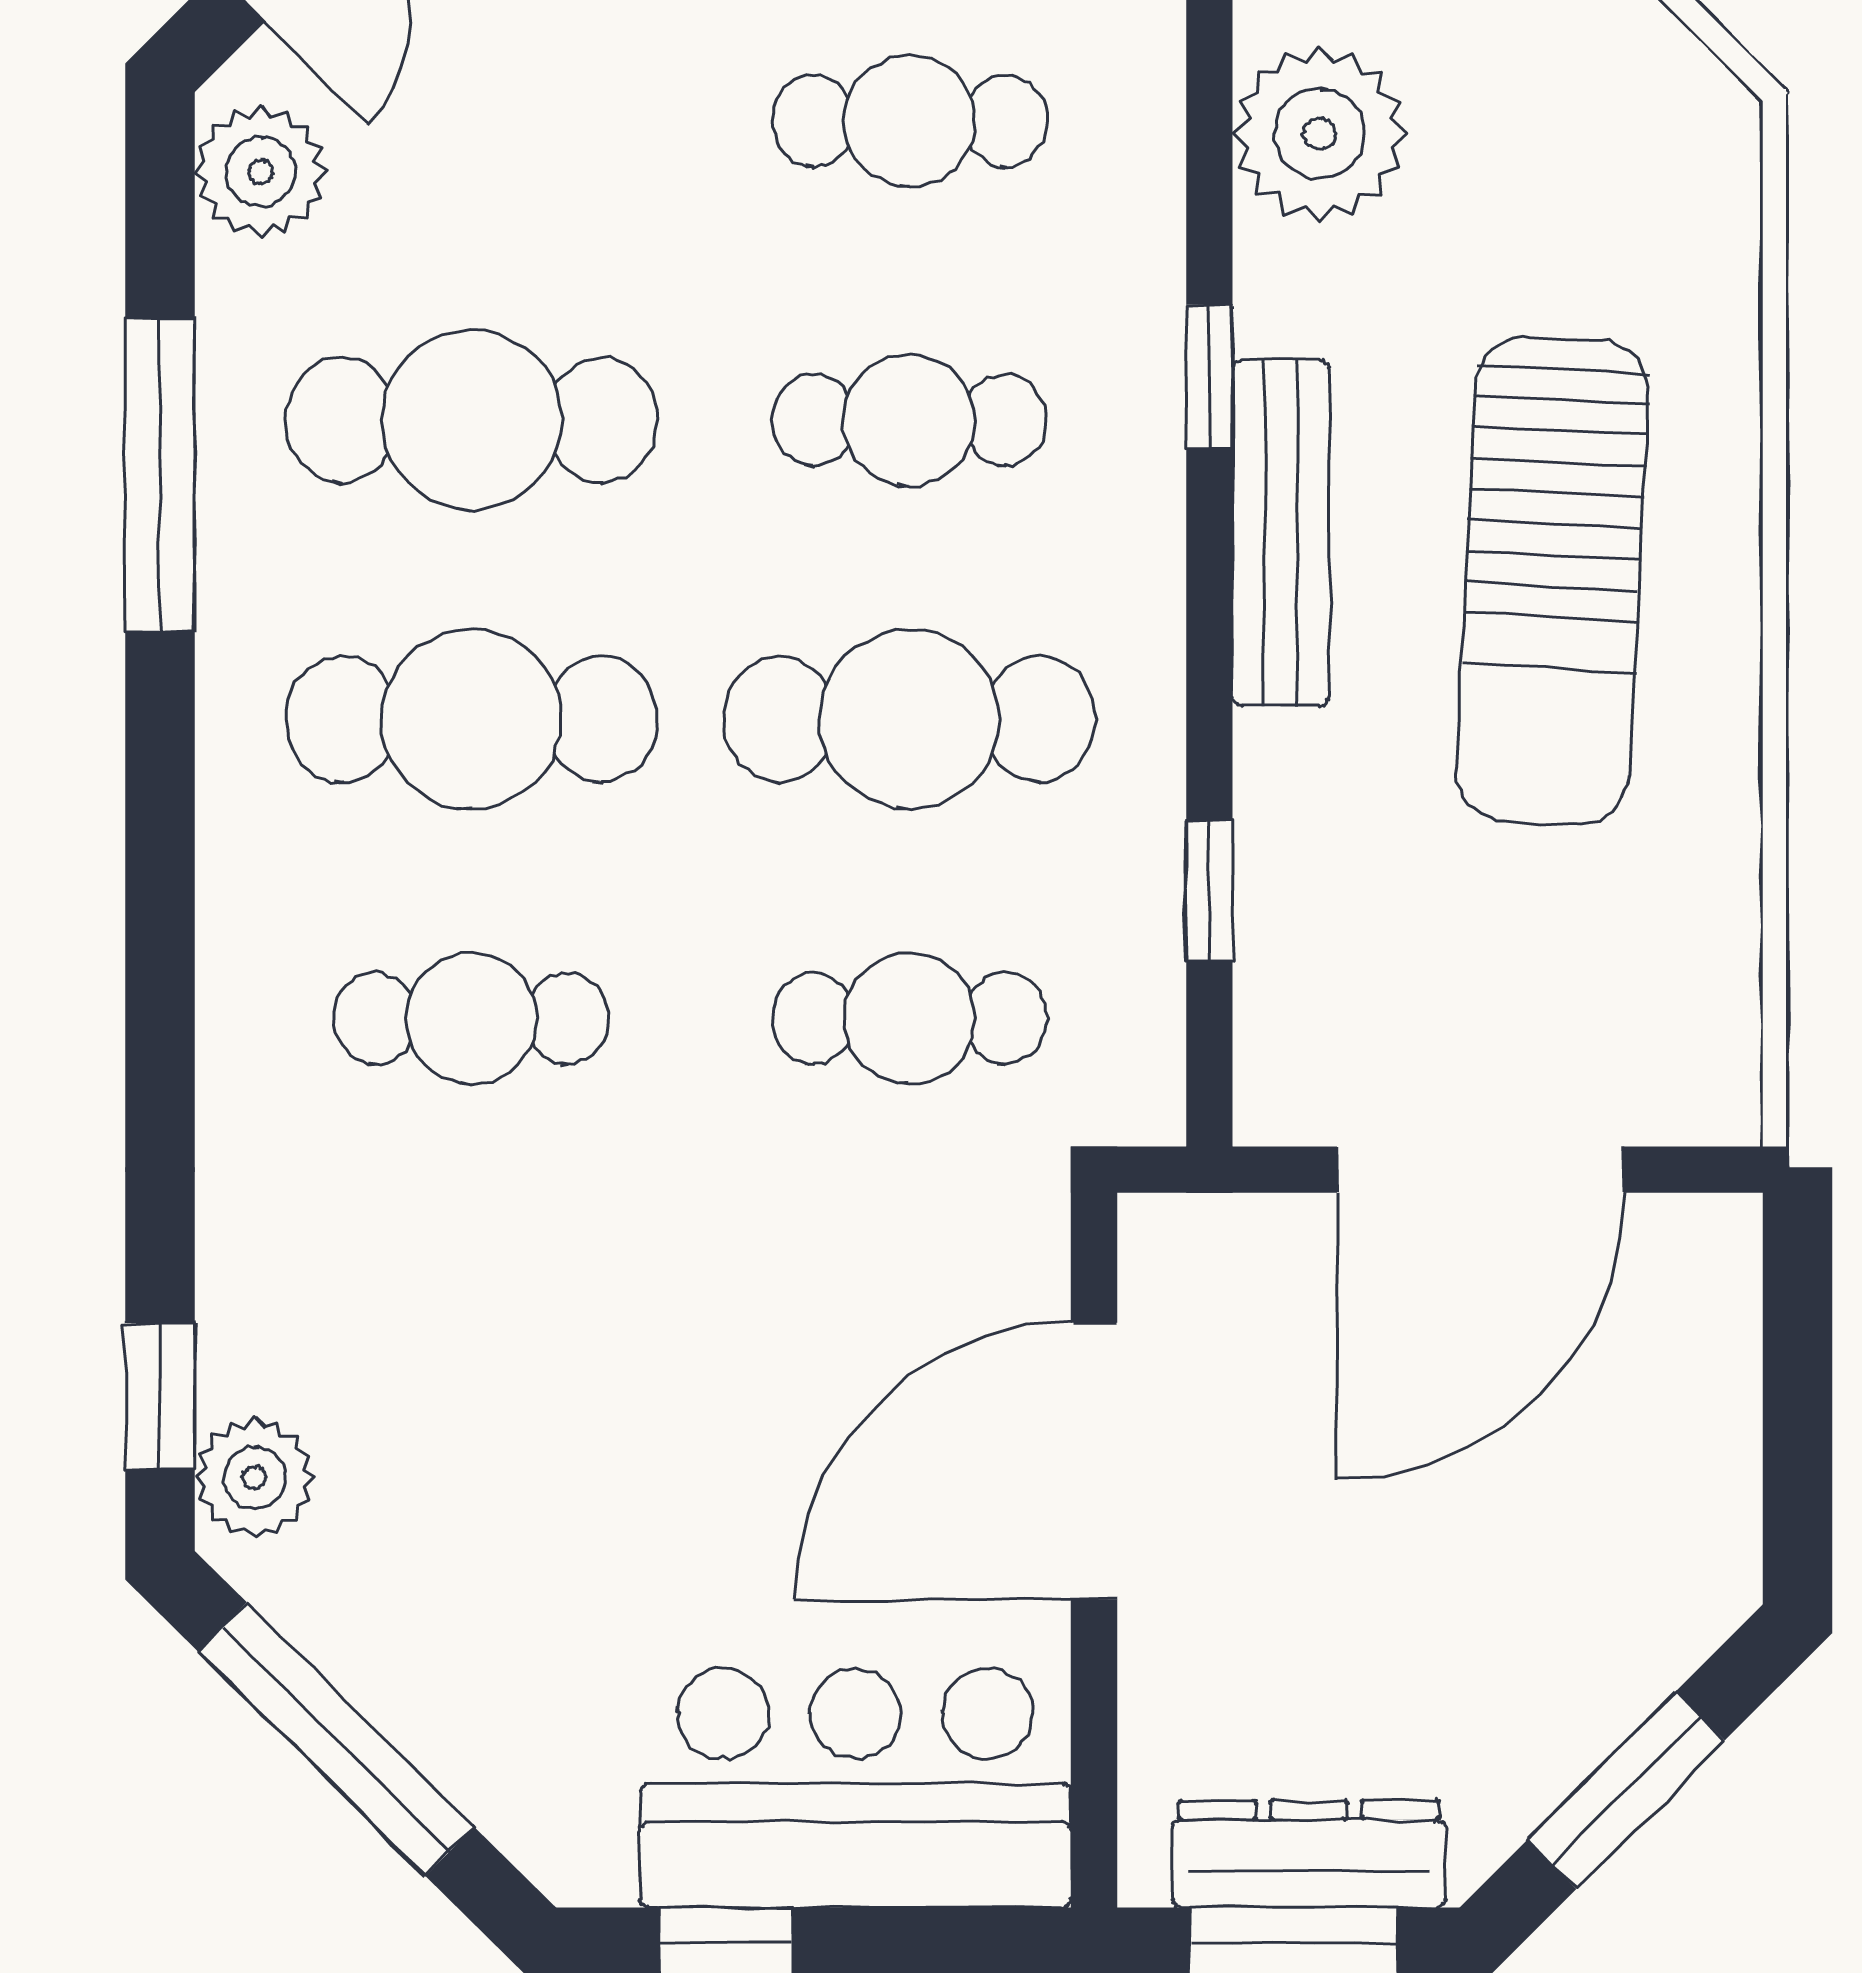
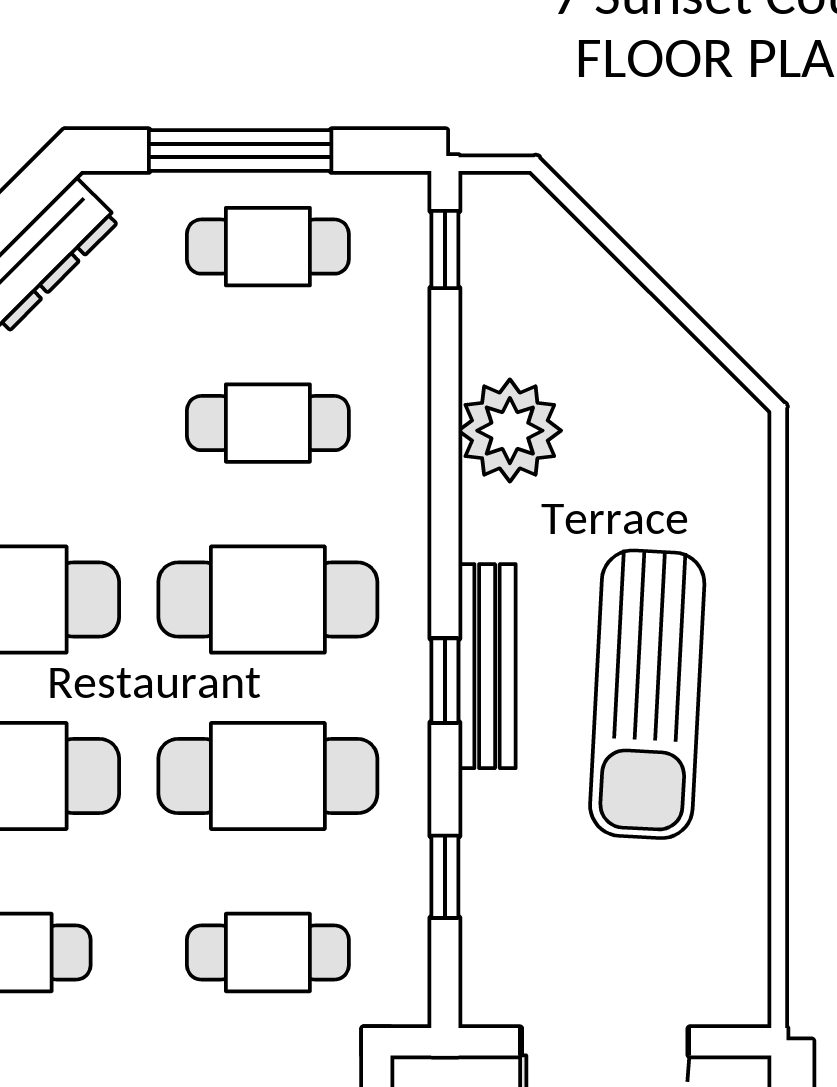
window: (1209, 376) -> (445, 681), moved
cafe table: (909, 420) -> (268, 600), width x1.37, depth x1.35

